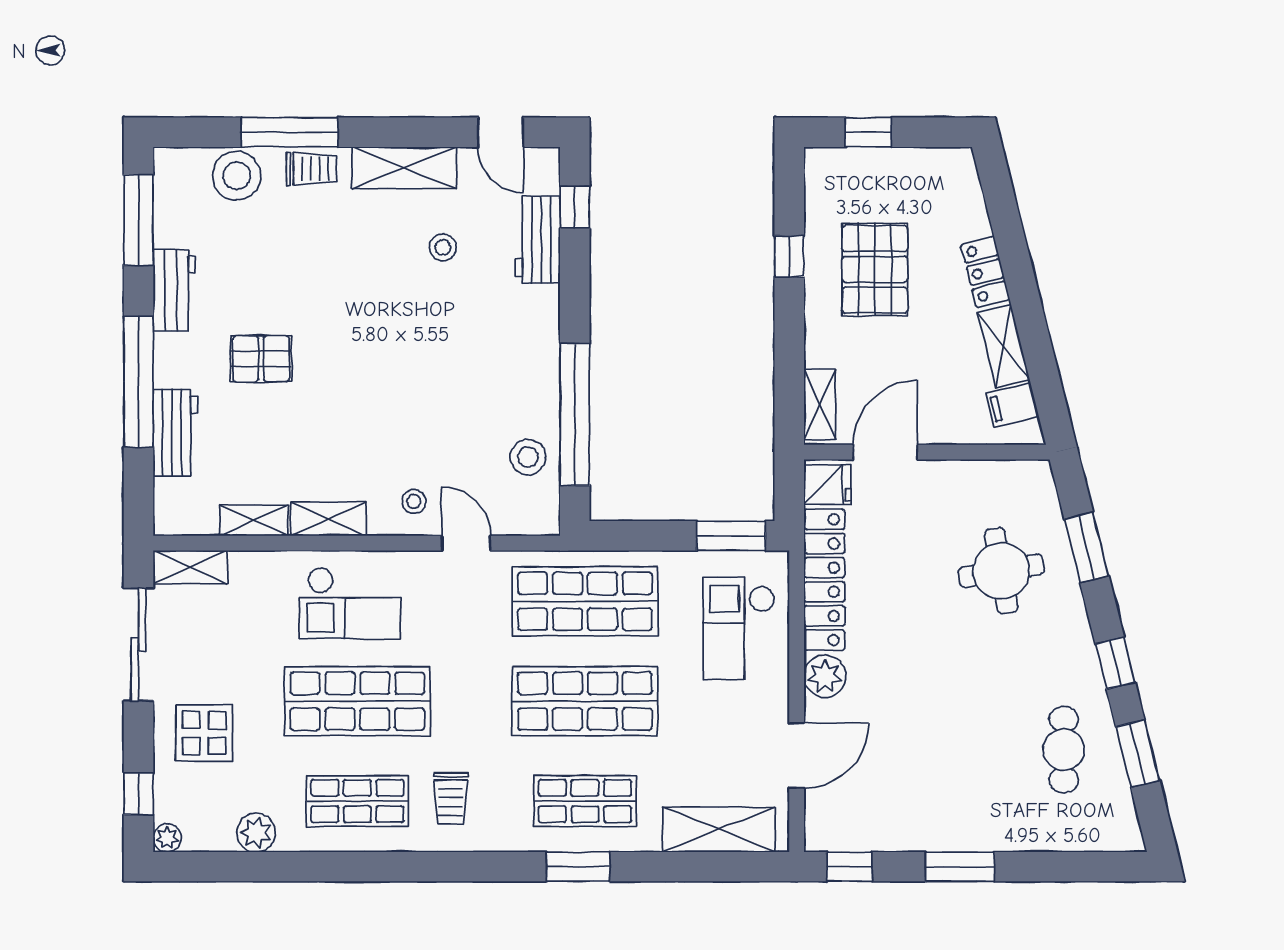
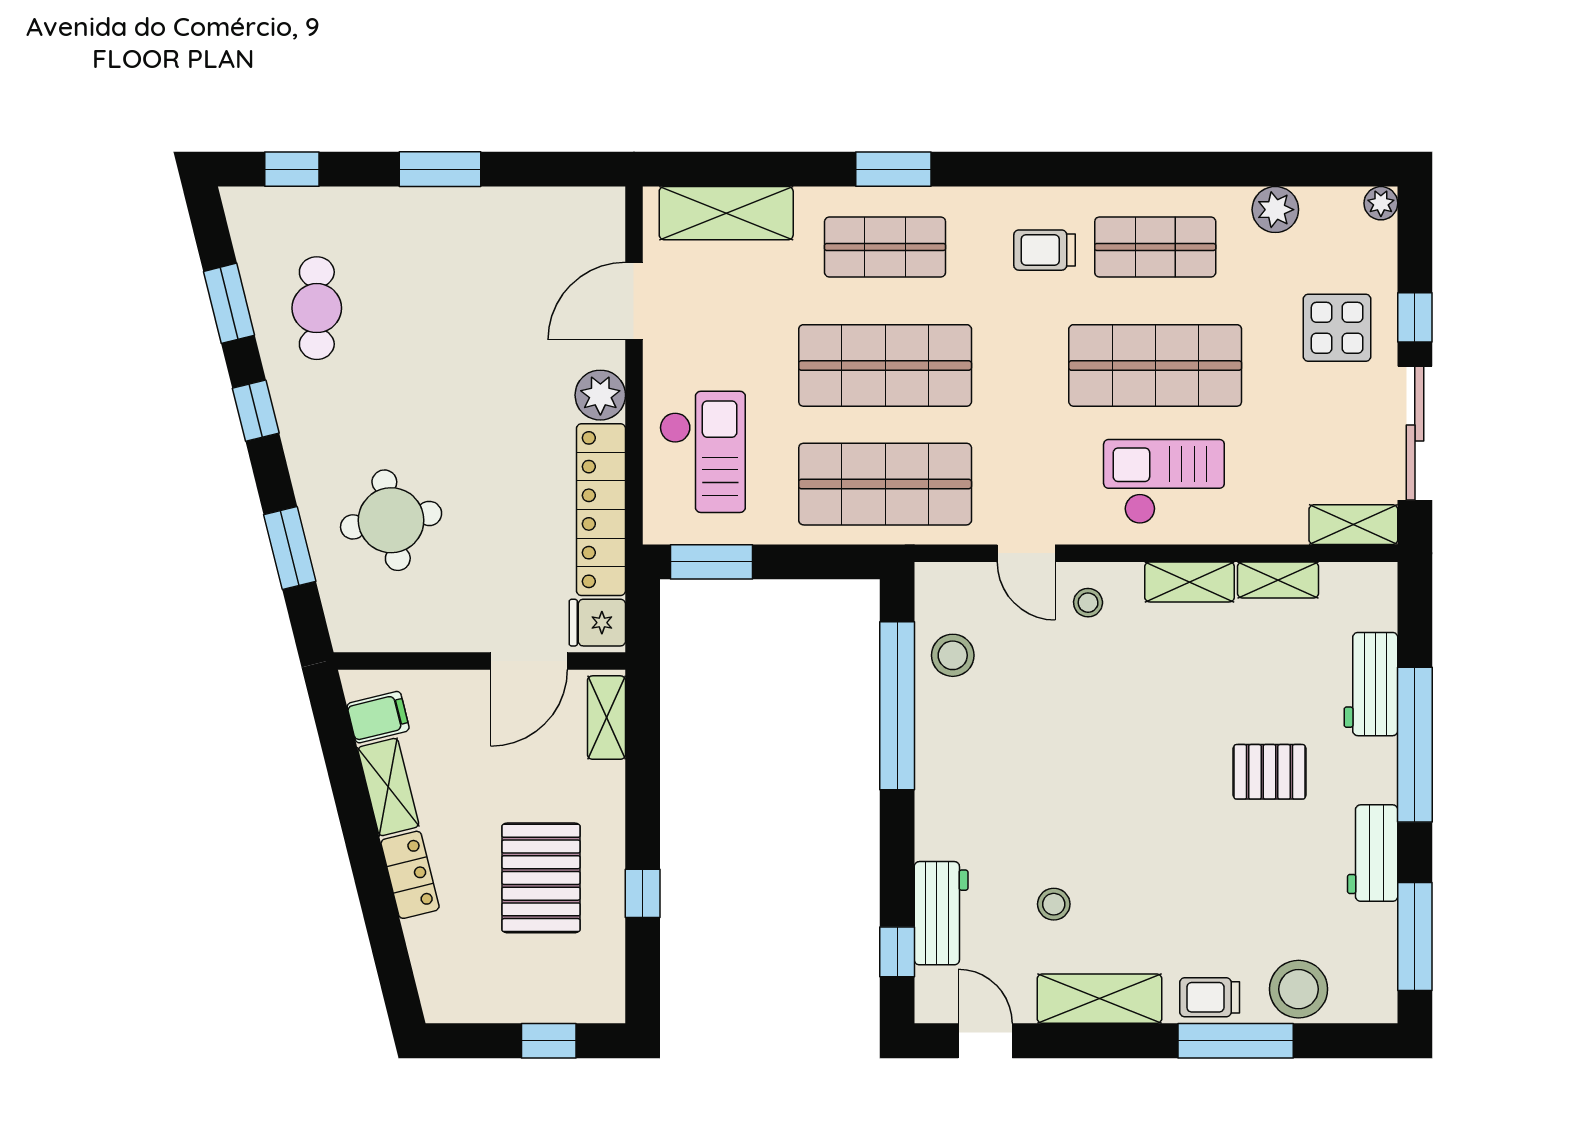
window: (139, 794) -> (1415, 317), moved
trolley: (451, 798) -> (1045, 250), turned -90
window: (849, 867) -> (292, 169), moved

